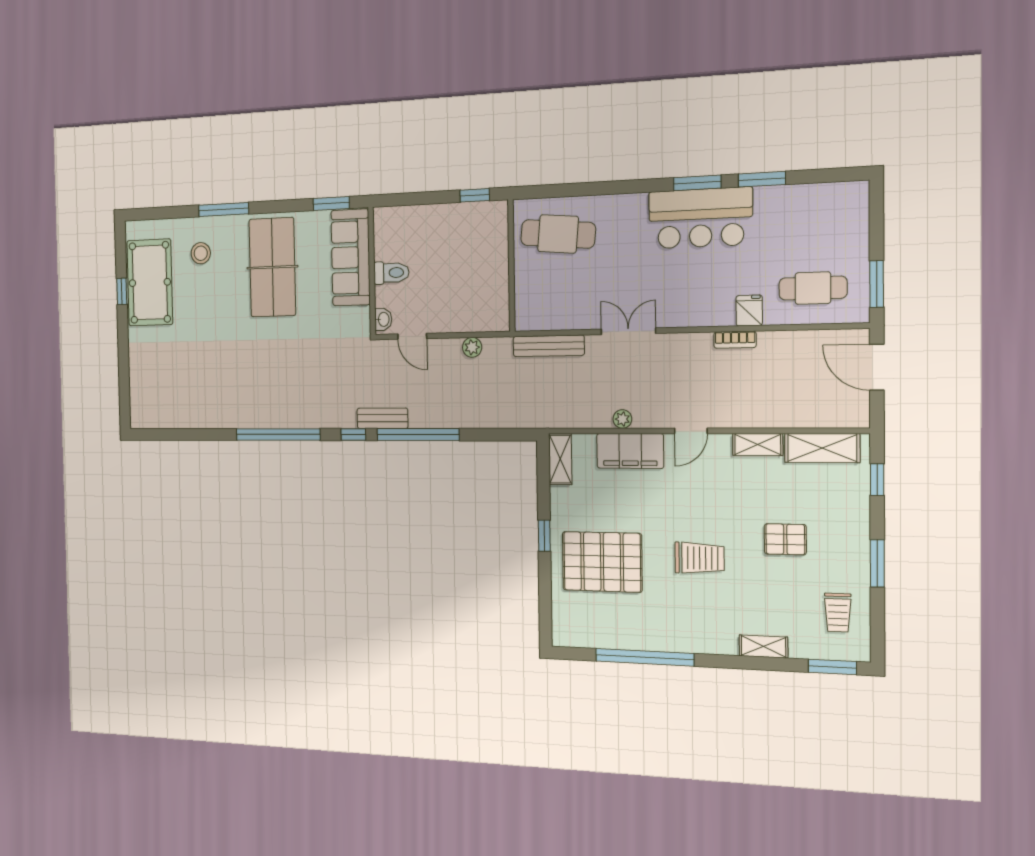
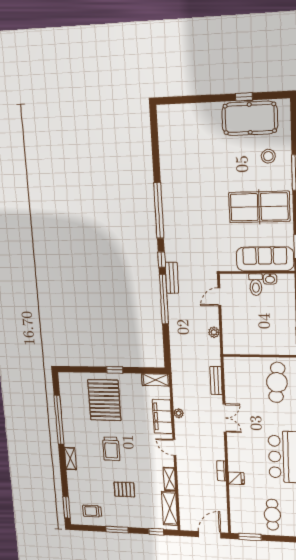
cafe table: (813, 288) -> (272, 515), moved
washbasin: (383, 319) -> (270, 279), moved
bench: (549, 346) -> (216, 381), width x0.73
pallet: (785, 539) -> (124, 489), turned 90
shelving: (763, 646) -> (70, 459), moved

